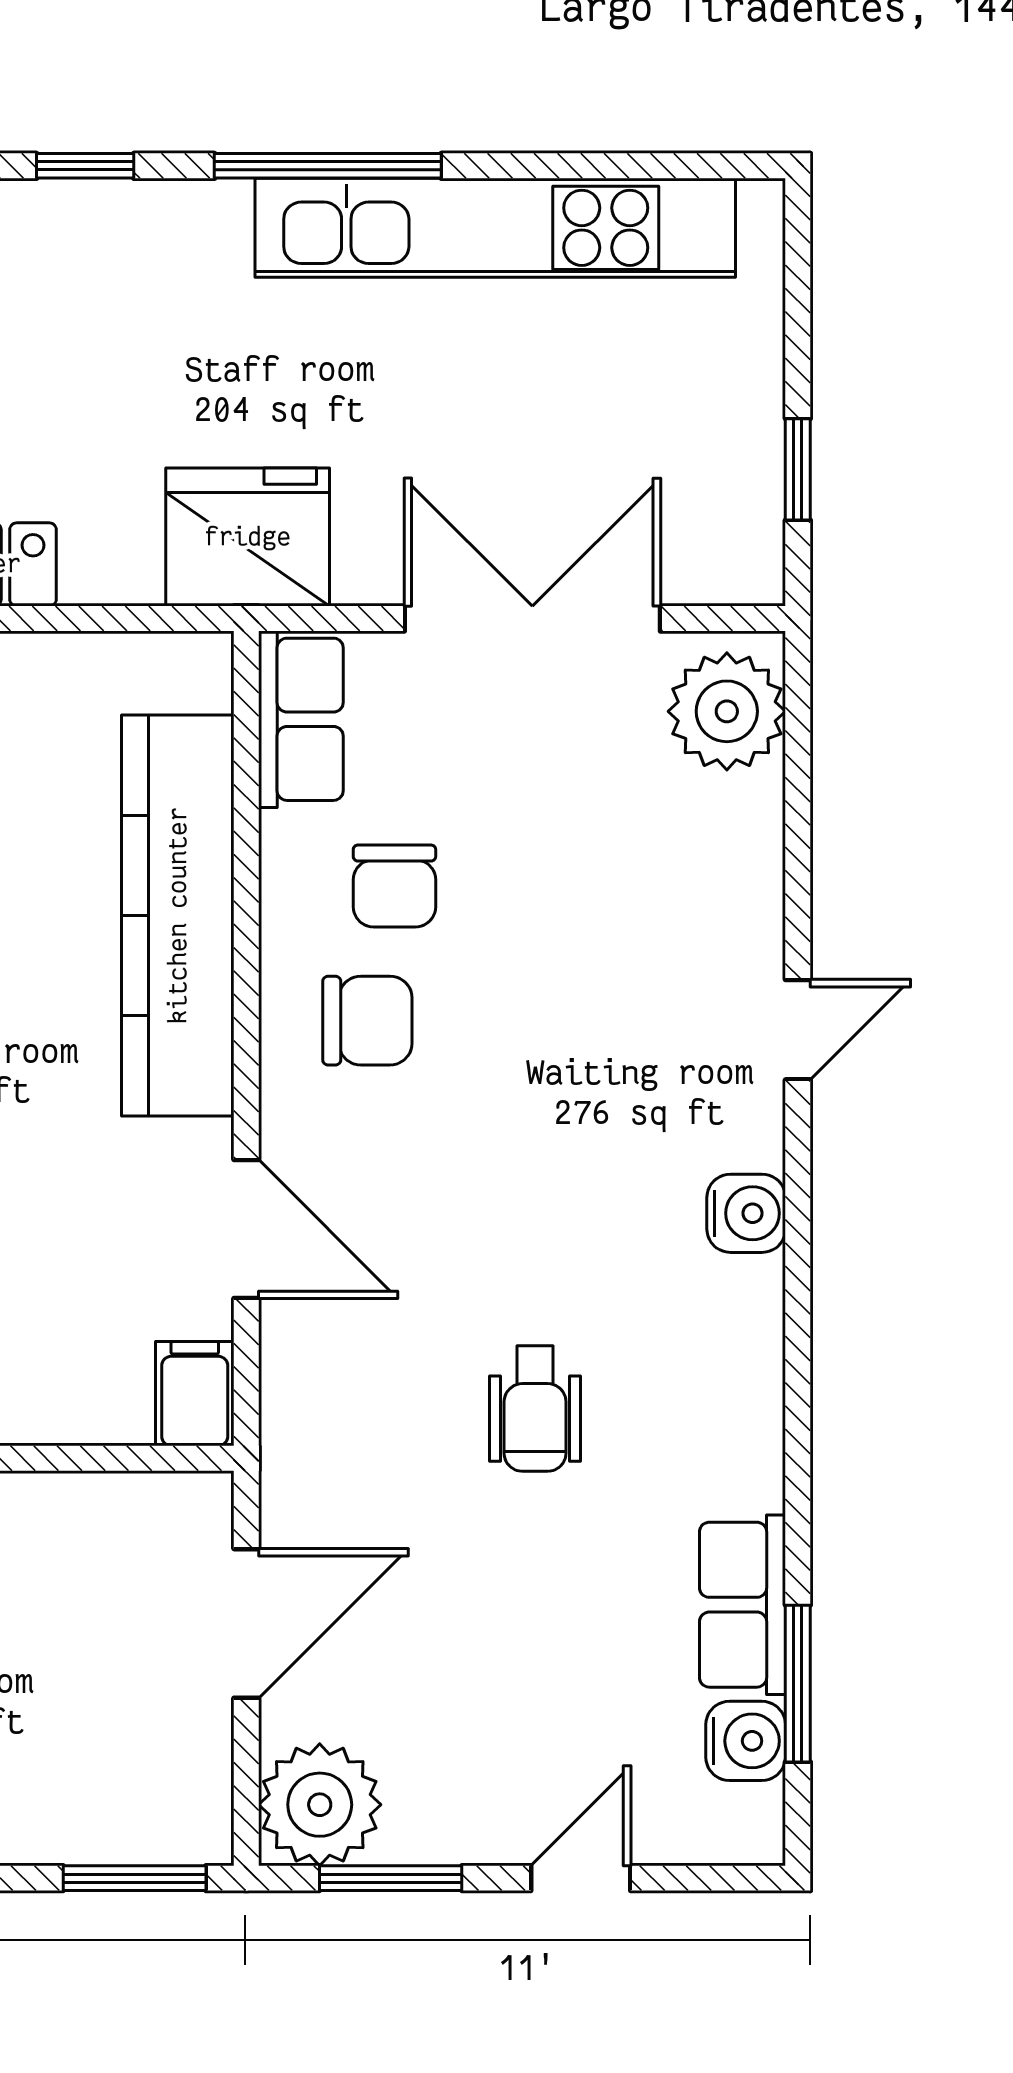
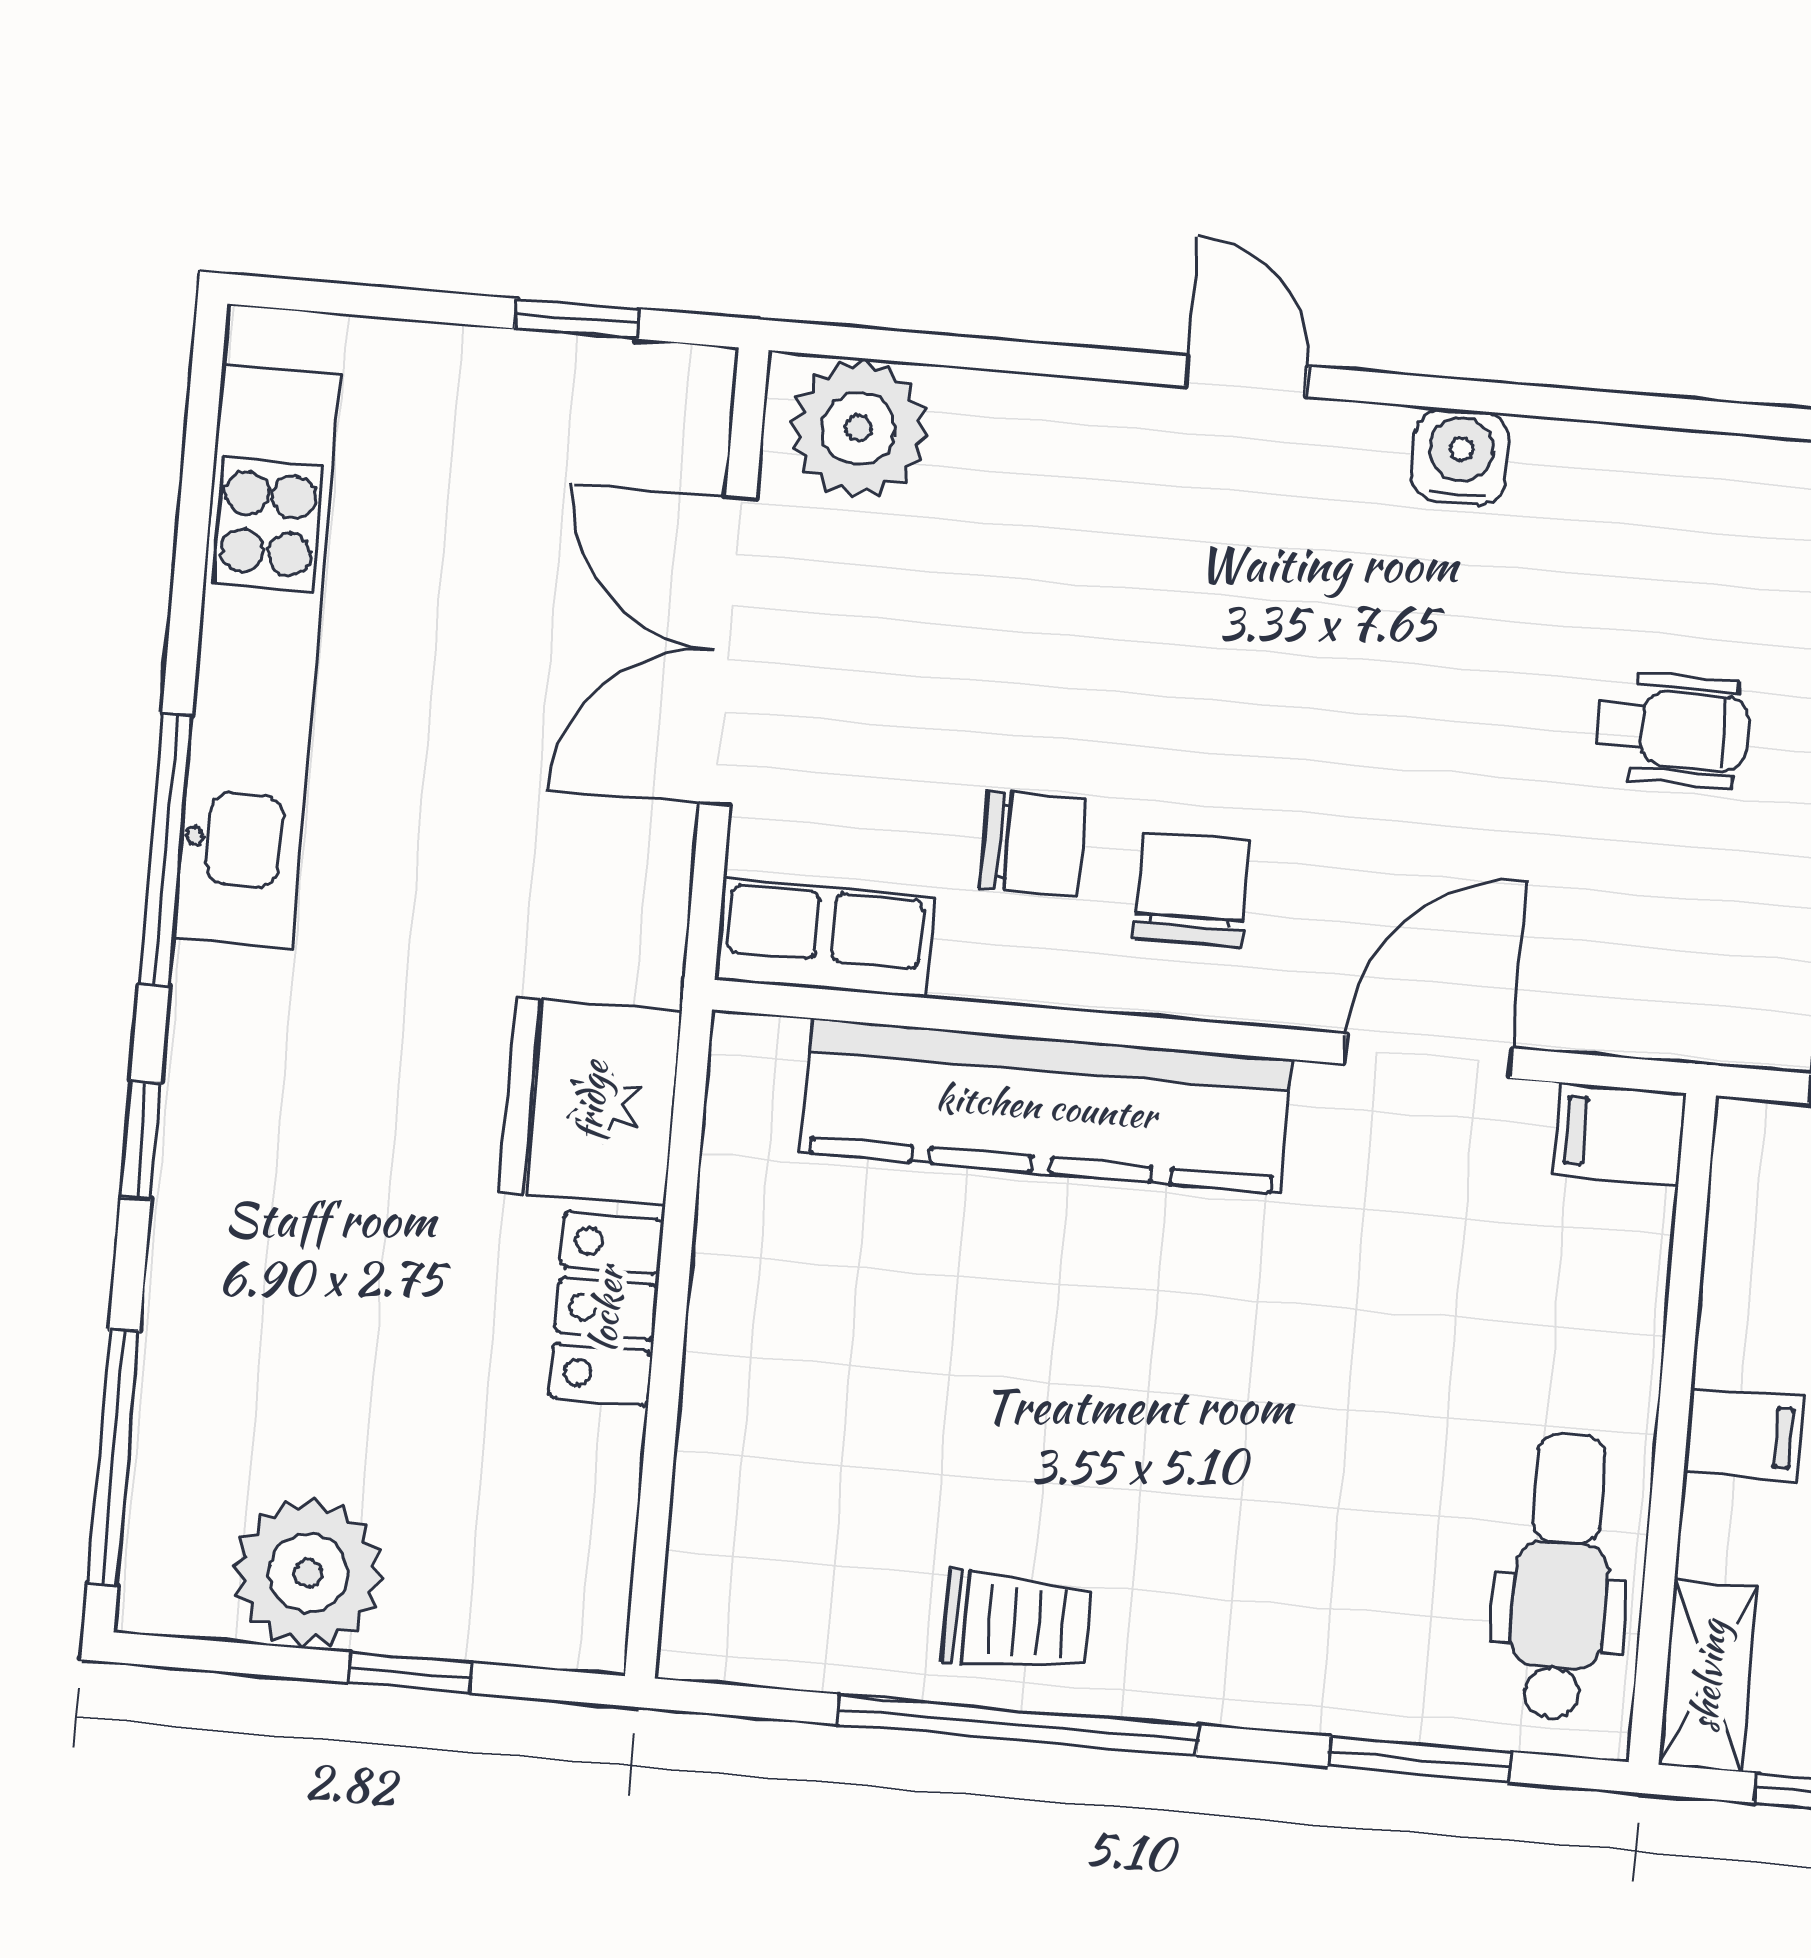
fridge: (248, 537) -> (591, 1101), moved

